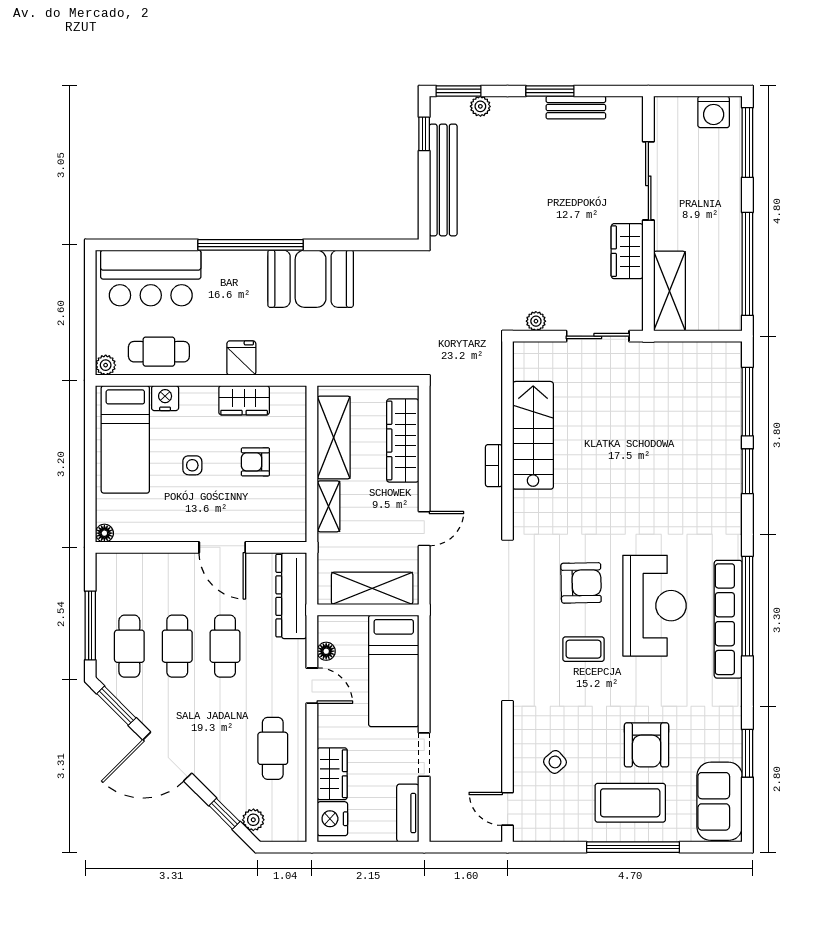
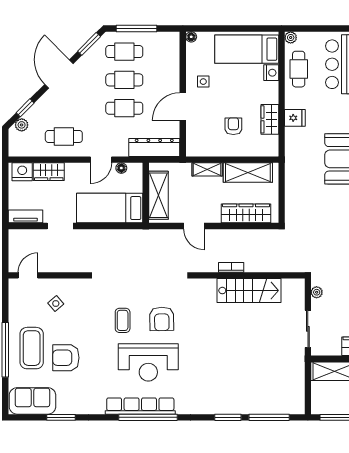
side table: (192, 465) -> (203, 82), moved

